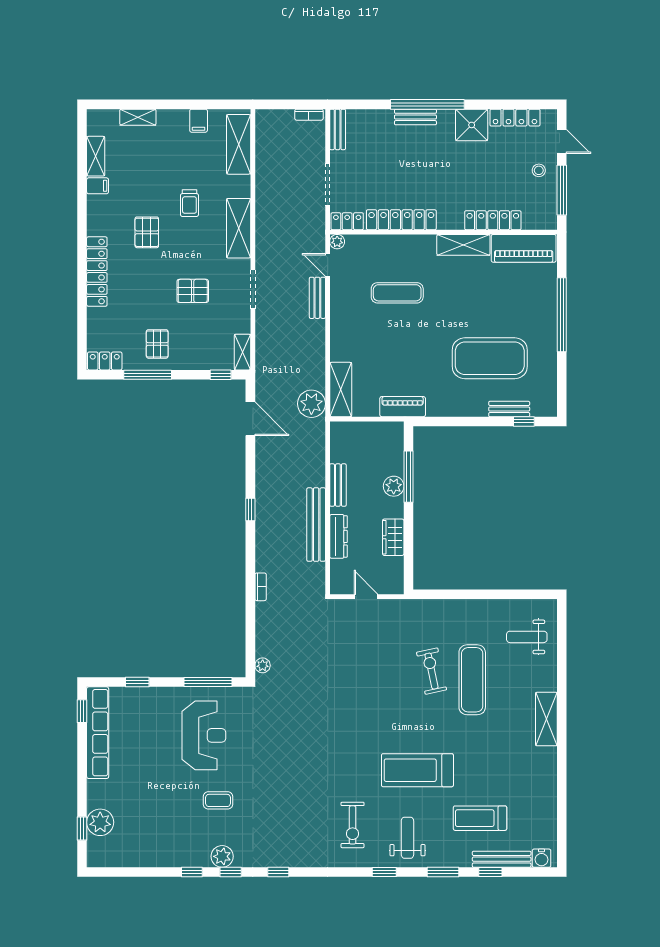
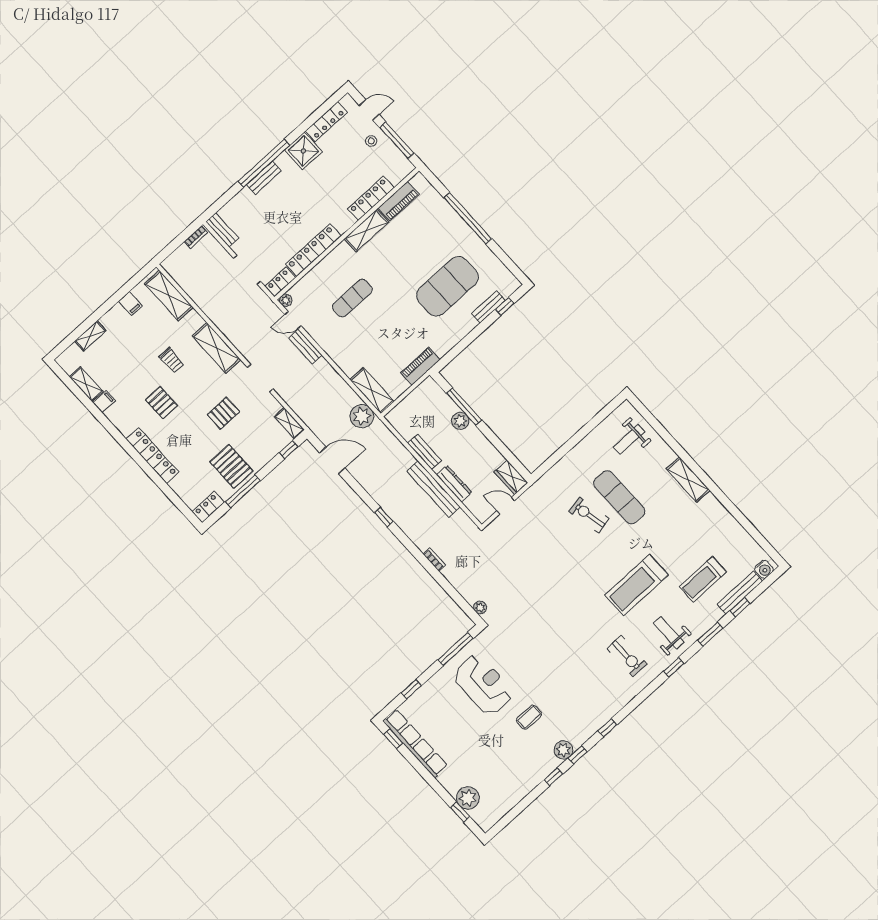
piano: (524, 248) -> (399, 201), width x0.73, depth x0.75
pallet: (157, 344) -> (231, 467), width x1.50, depth x1.42
wardrobe: (393, 537) -> (511, 477), moved

